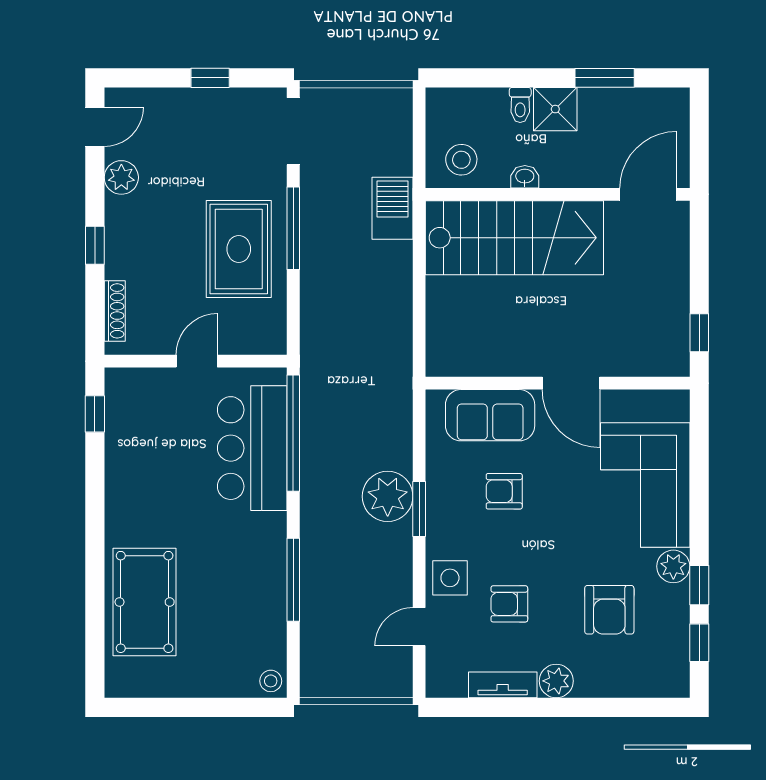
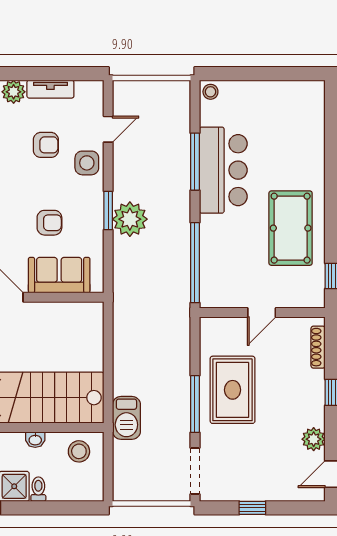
bar counter: (252, 448) -> (223, 170), moved
pool table: (145, 602) -> (291, 228), moved

